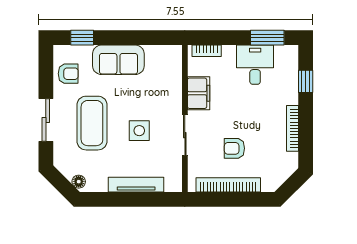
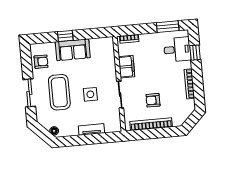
window: (82, 38) -> (65, 36), moved
desk: (255, 65) -> (177, 49), moved, turned 90
tv unit: (136, 185) -> (91, 129), width x0.71

